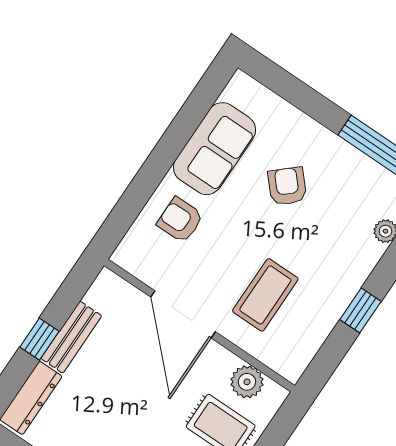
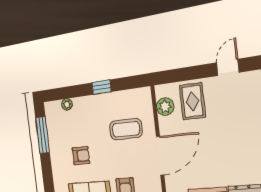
armchair: (287, 186) -> (81, 156), turned -138

